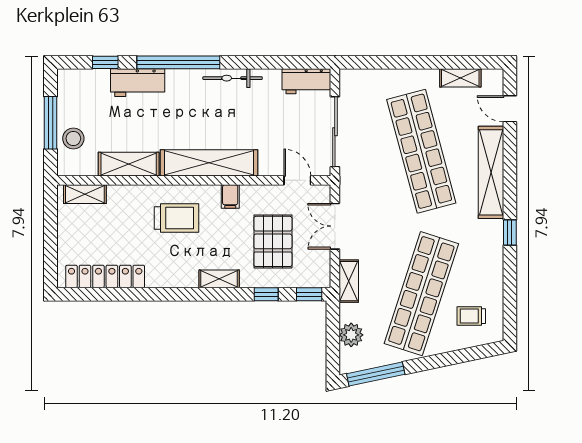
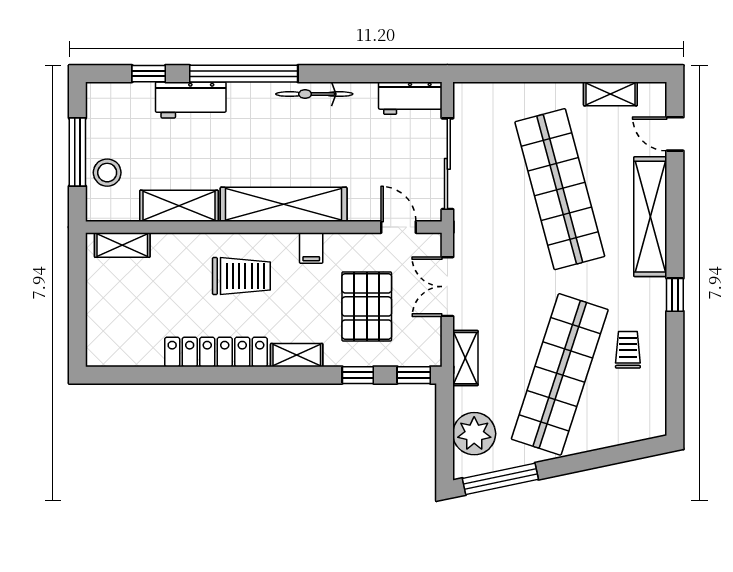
locker: (105, 276) -> (216, 352), moved
trolley: (471, 316) -> (628, 350), moved, turned 90
plant: (351, 335) -> (474, 434), width x1.36, depth x1.36

